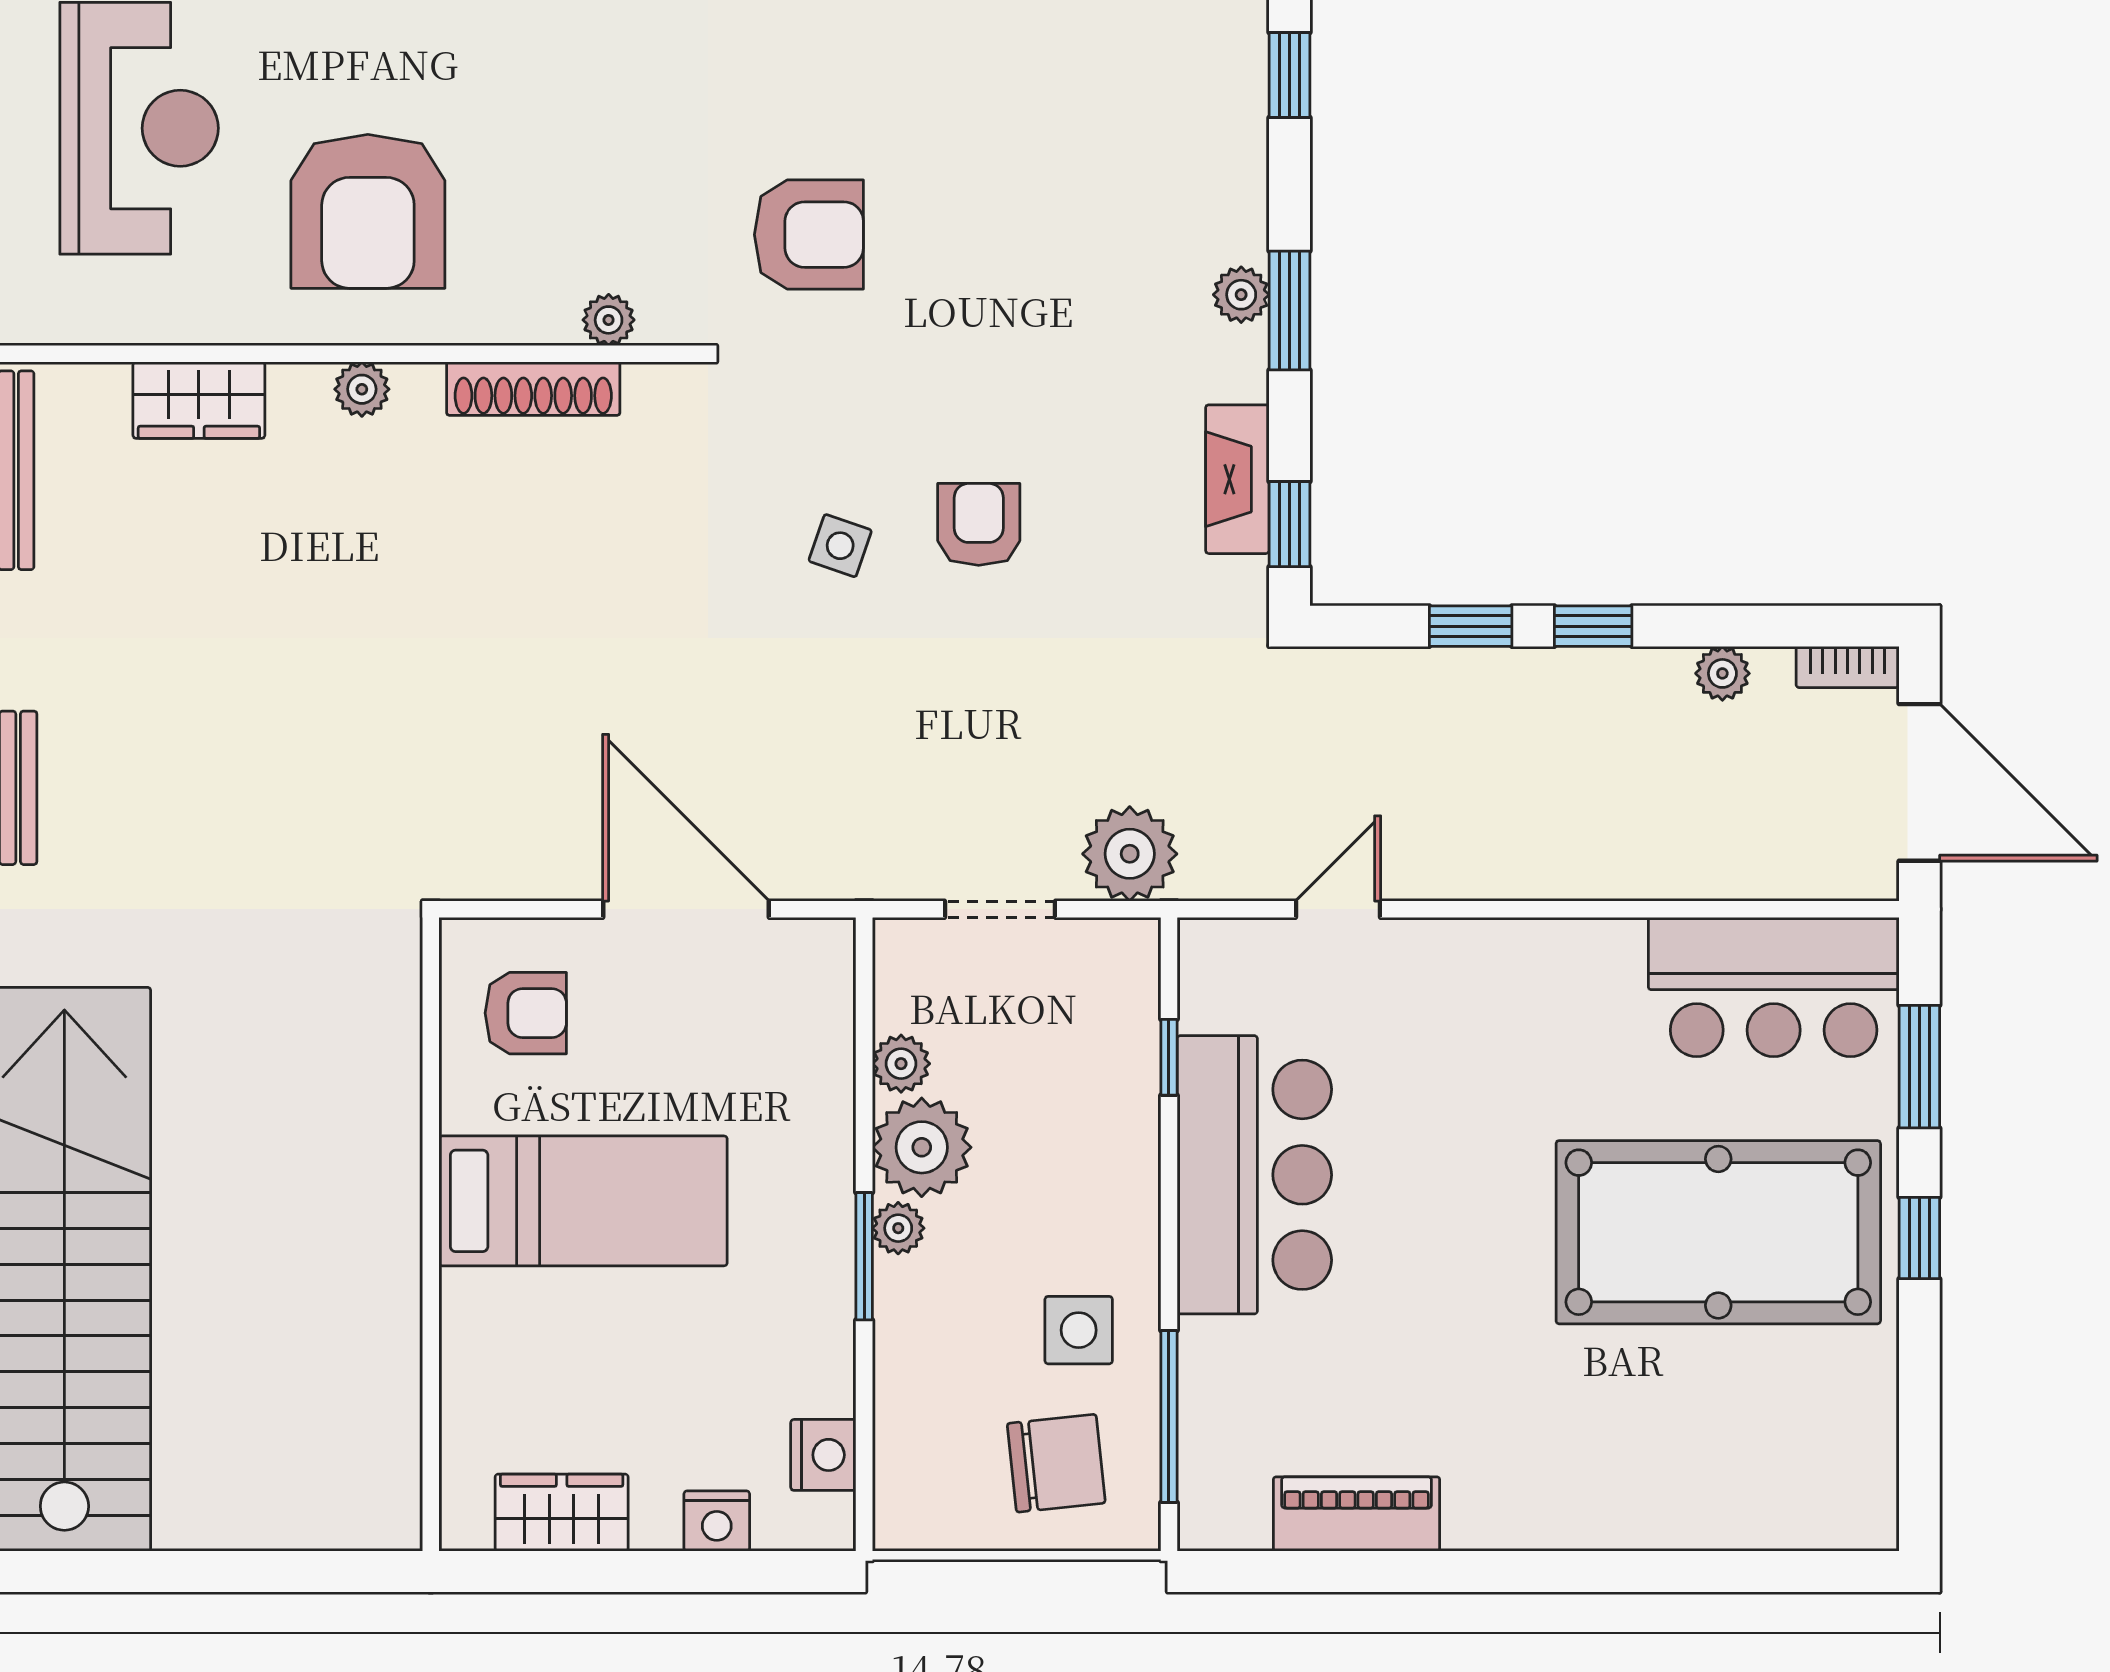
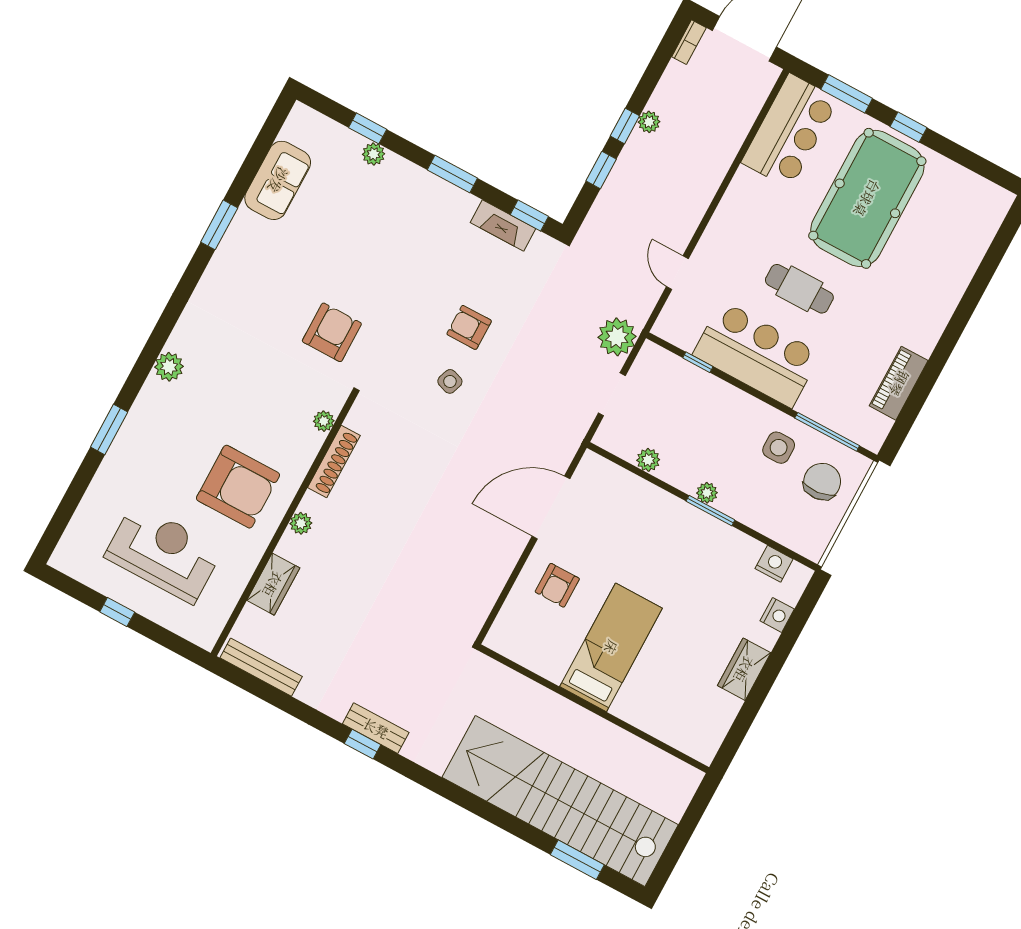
plant: (1241, 295) -> (374, 154), moved
plant: (1722, 673) -> (649, 122), moved
armchair: (526, 1013) -> (557, 585), turned 180
plant: (922, 1147) -> (682, 469), removed
cafe table: (1445, 1191) -> (799, 289), added
bed: (583, 1201) -> (611, 647), moved
wall: (431, 1234) -> (594, 709), moved

